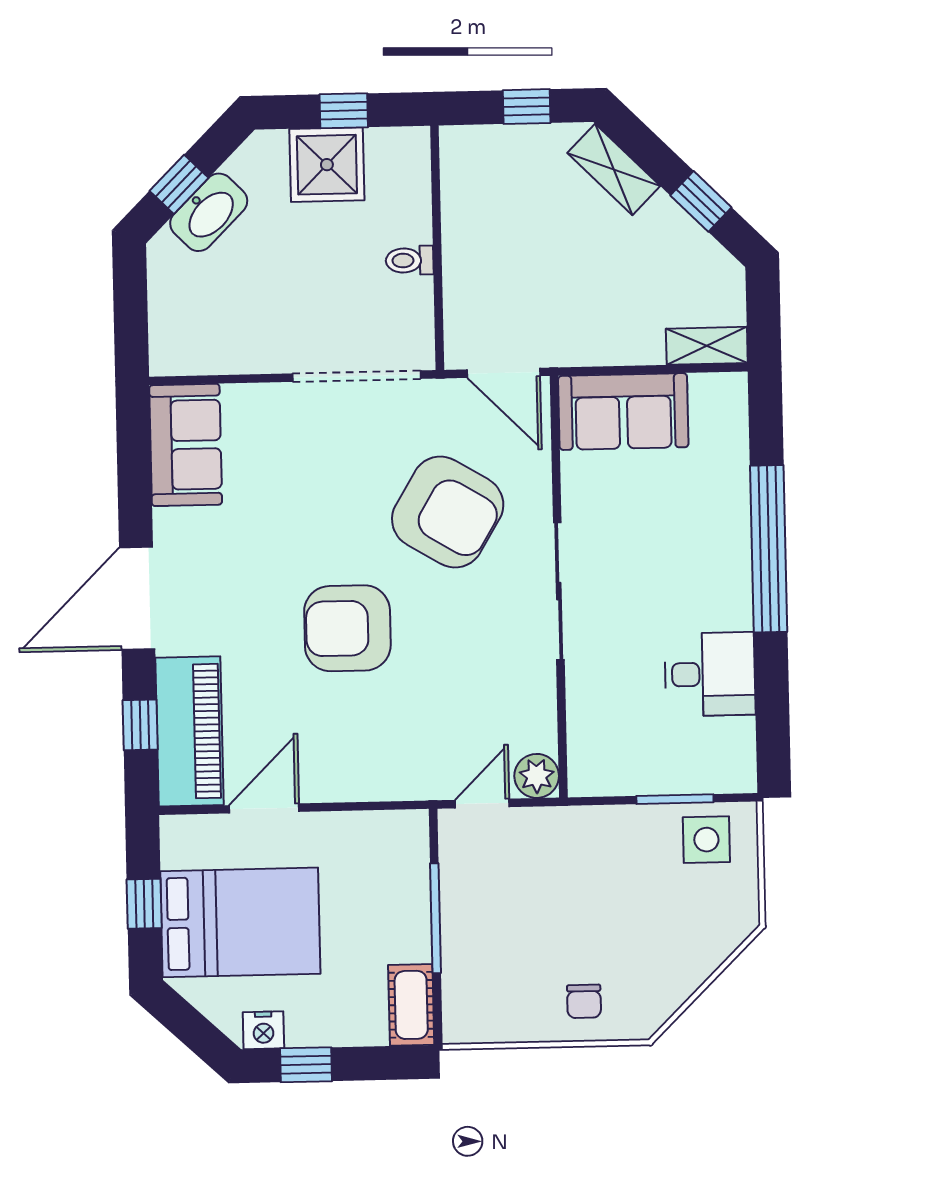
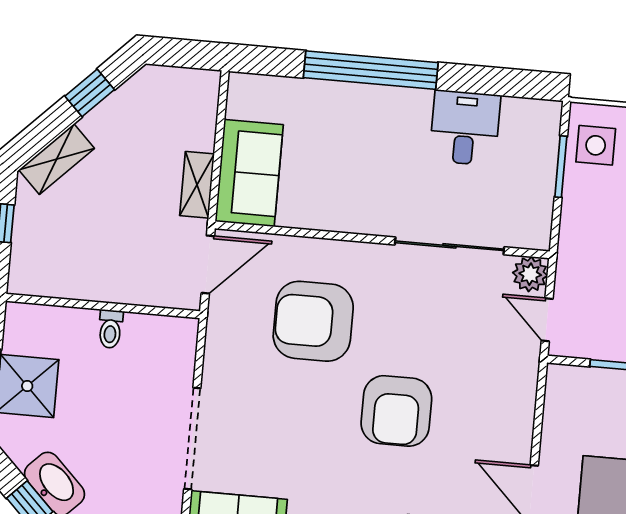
shelving: (707, 346) -> (197, 185), moved
doorway: (357, 376) -> (192, 439), moved
armchair: (448, 512) -> (313, 321), turned -121
sliding door: (559, 591) -> (449, 246), moved

